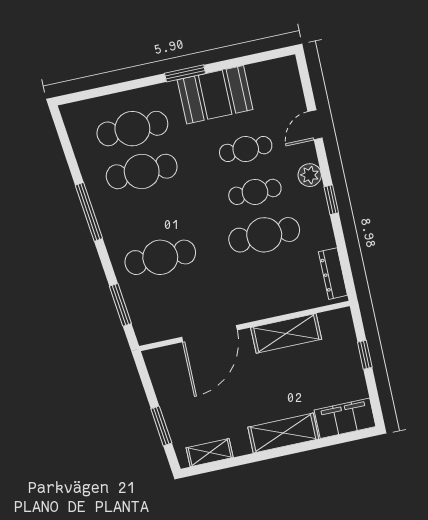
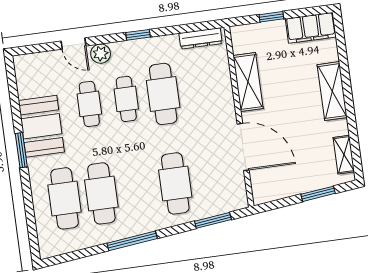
plant: (310, 175) -> (101, 54), moved
filing cabinet: (345, 418) -> (311, 28), moved, turned -90

